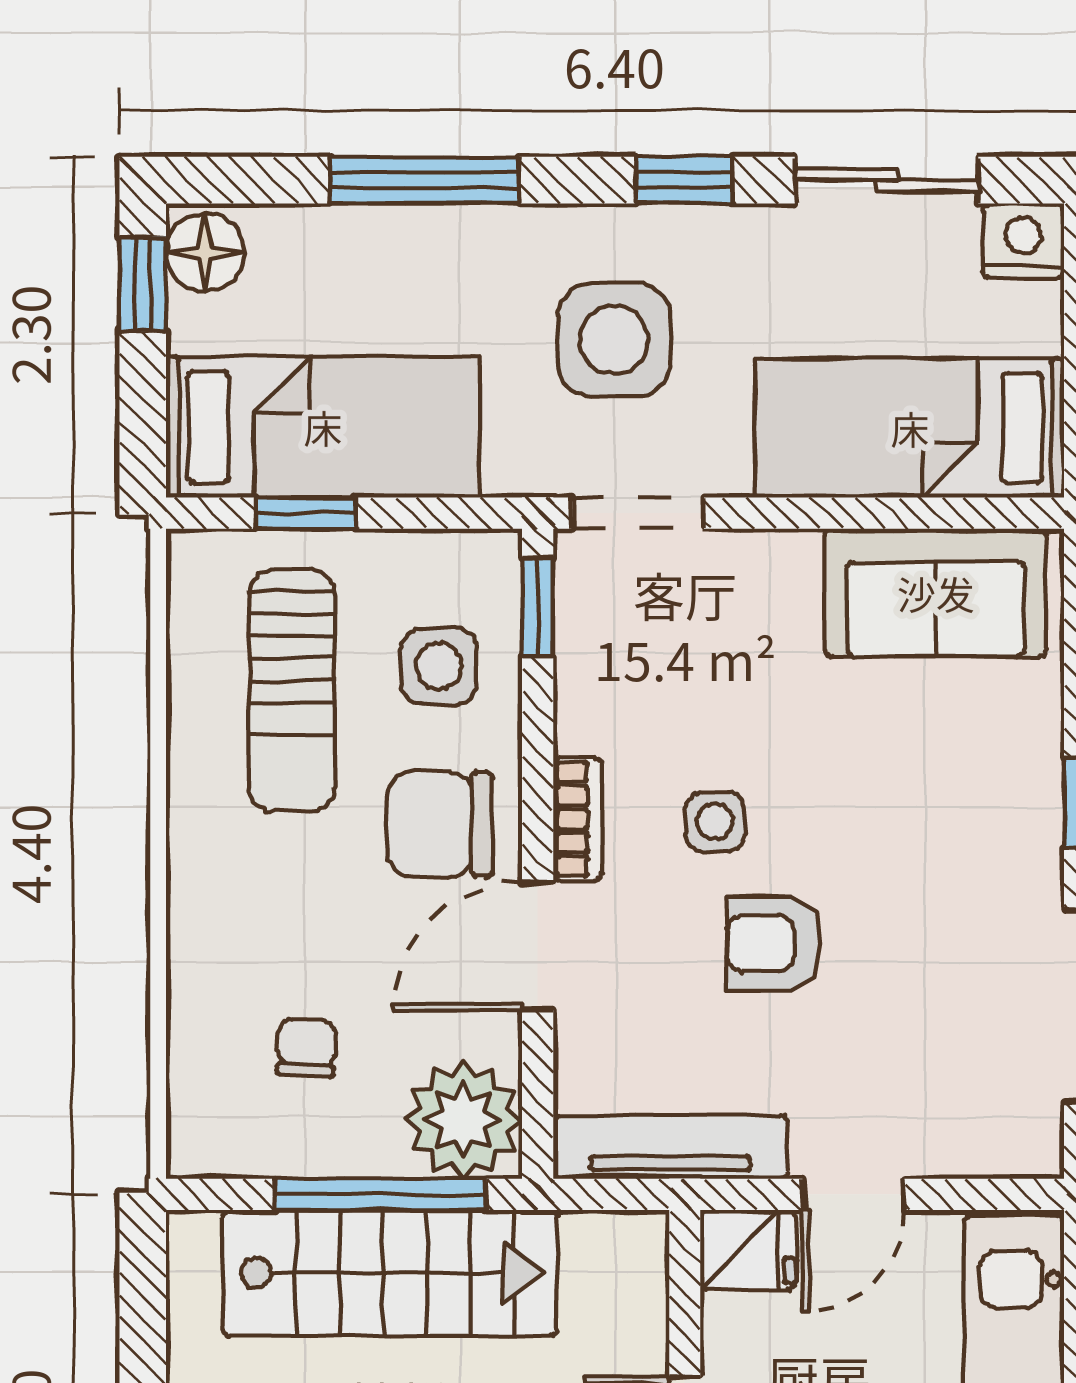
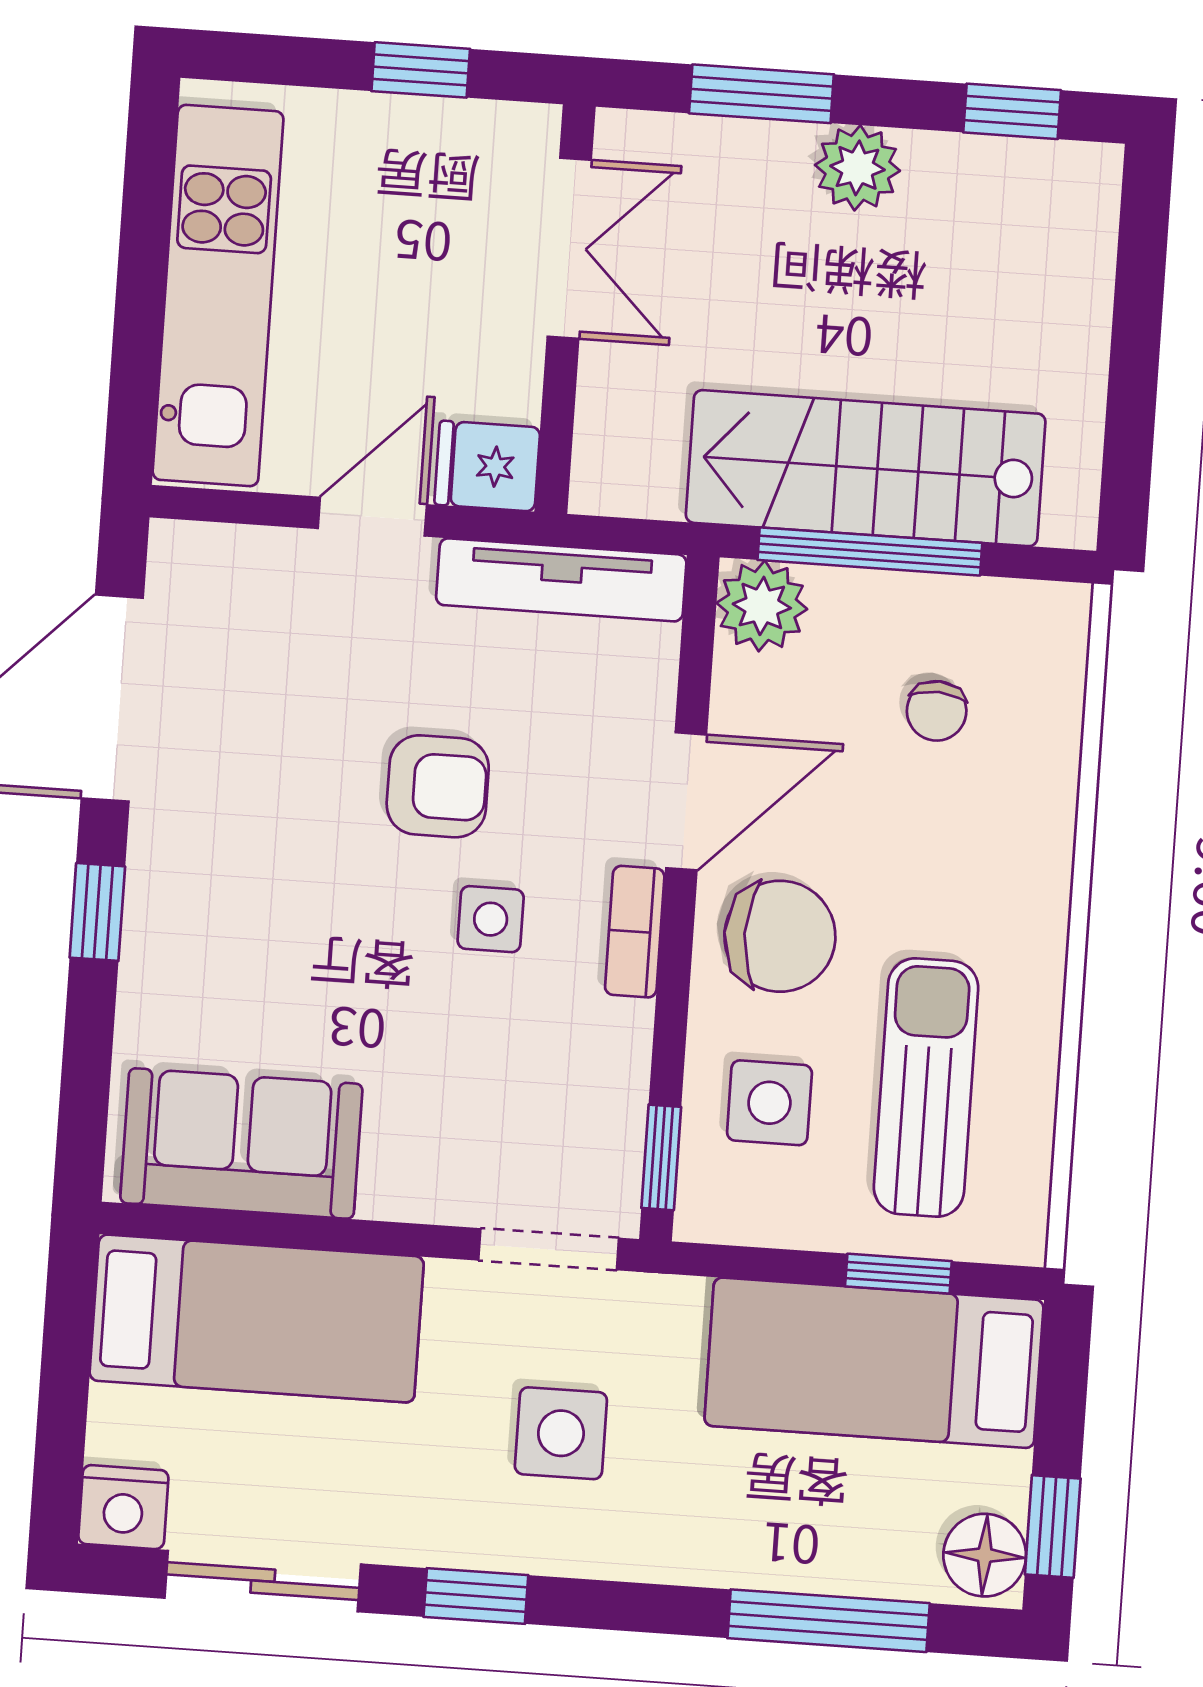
window: (425, 180) -> (829, 1621), moved
side table: (614, 340) -> (561, 1433), width x0.73, depth x0.73
plant: (463, 1120) -> (762, 606), width x0.73, depth x0.73

